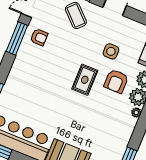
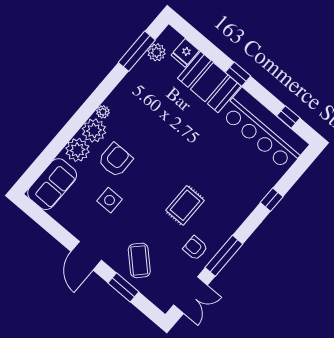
rug: (85, 80) -> (185, 205), moved

